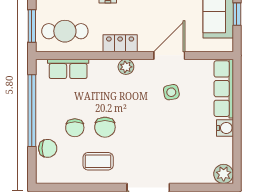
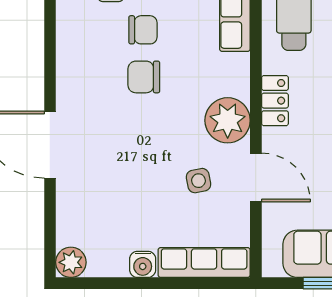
plant: (126, 67) -> (228, 120), width x1.87, depth x1.87
chair: (75, 128) -> (143, 30), turned 180
coffee table: (98, 161) -> (91, 66), removed

